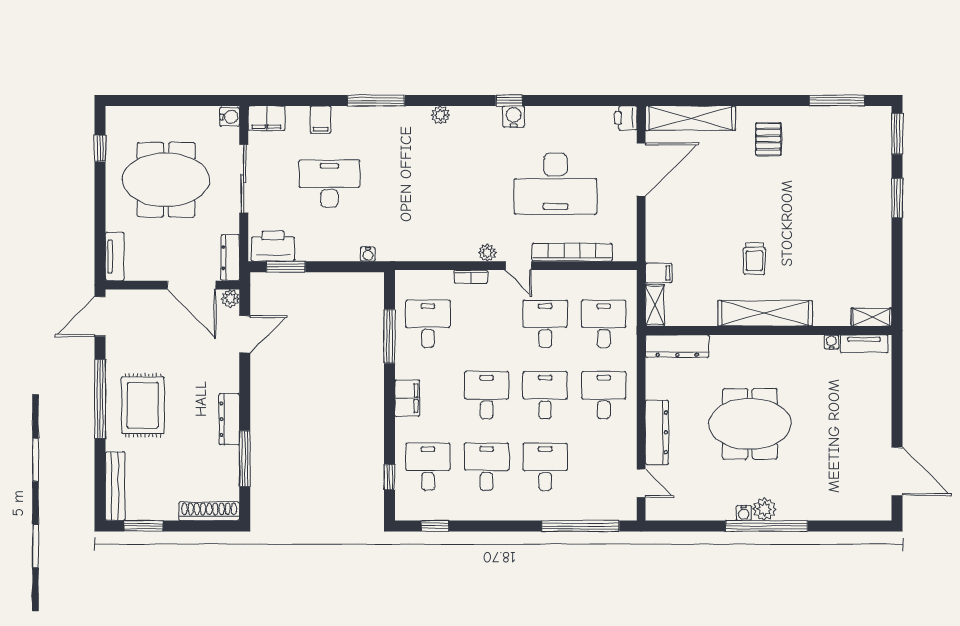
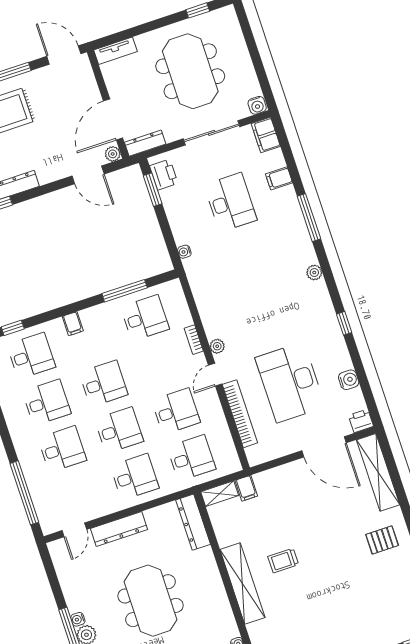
water cooler: (514, 117) -> (349, 380), moved
printer: (273, 246) -> (164, 175), width x0.73, depth x0.84
filing cabinet: (407, 398) -> (73, 324), width x0.50

